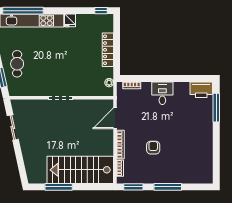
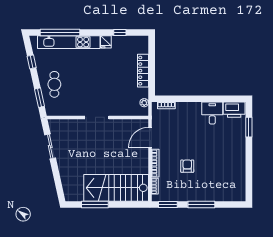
window: (101, 11) -> (120, 32), moved
desk: (162, 93) -> (212, 113), moved
window: (216, 108) -> (249, 127), width x0.69

